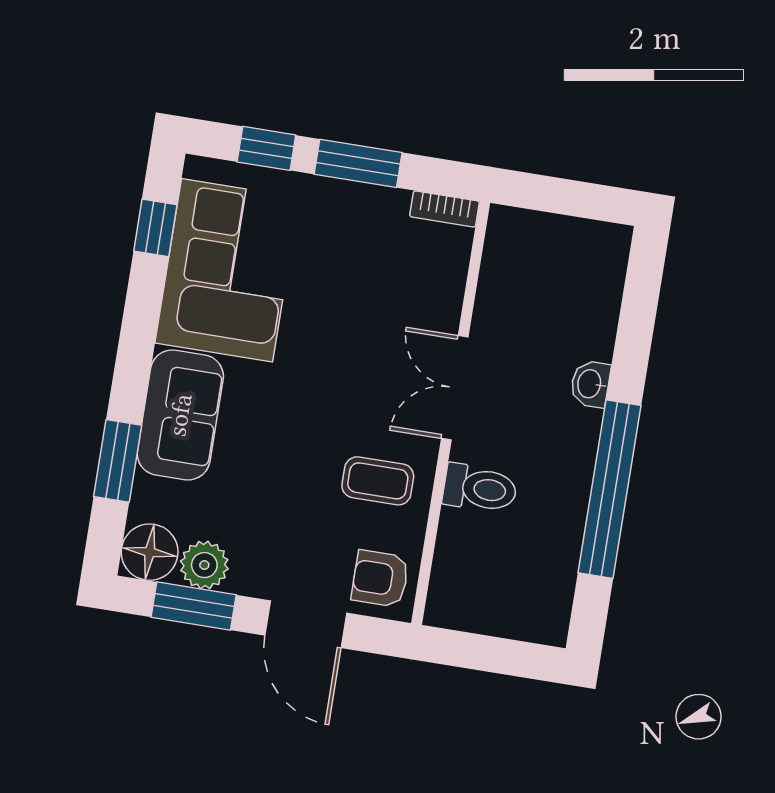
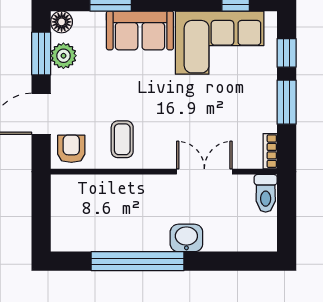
washbasin: (590, 384) -> (186, 238), width x1.38, depth x1.45
double door: (455, 388) -> (204, 172), moved
toilet: (480, 488) -> (266, 193), moved
floor lamp: (150, 552) -> (62, 22), width x0.73, depth x0.73

